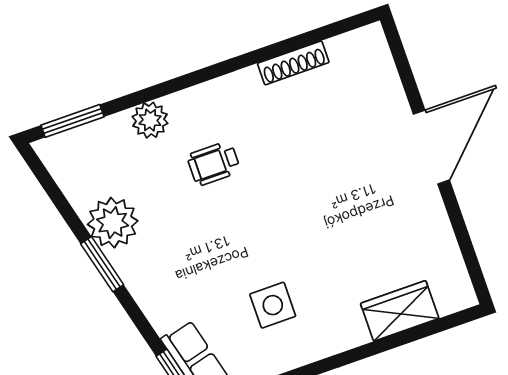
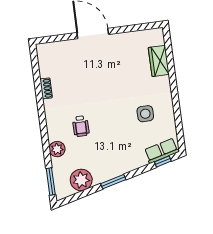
shoe rack: (293, 63) -> (46, 88), width x0.70
plant: (113, 223) -> (81, 180), moved

